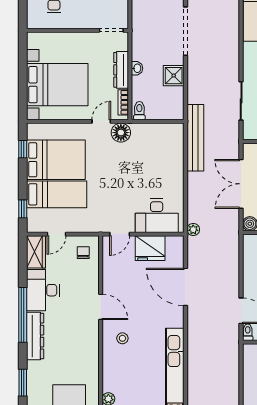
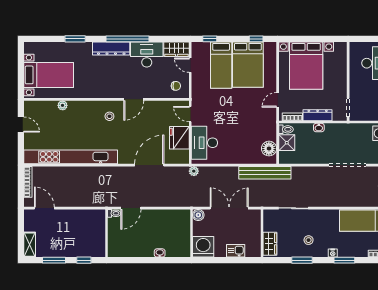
shower: (174, 76) -> (287, 143), moved
door: (101, 121) -> (278, 100), swing flipped
floor lamp: (121, 133) -> (269, 149), moved

